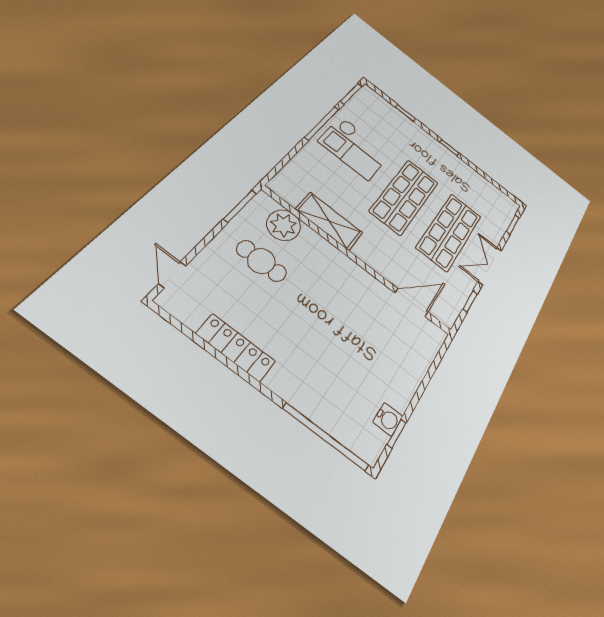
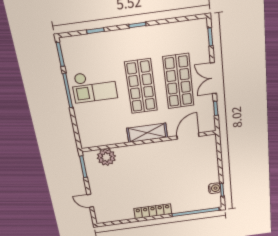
shelving: (329, 221) -> (147, 133), moved
cafe table: (261, 261) -> (114, 179), removed
door: (172, 275) -> (90, 201), moved
locker: (236, 348) -> (153, 211), moved

